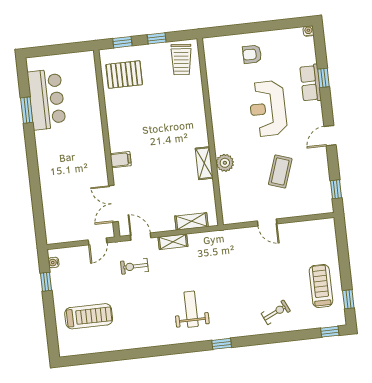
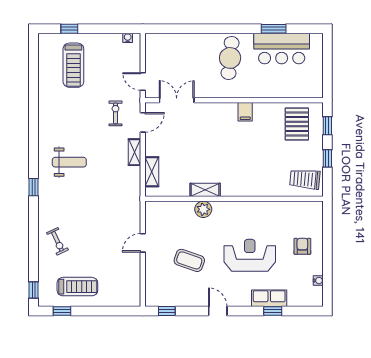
water cooler: (309, 31) -> (318, 281), moved
cafe table: (63, 153) -> (230, 58), added
filing cabinet: (121, 160) -> (245, 112), moved
window: (46, 282) -> (69, 29), moved

